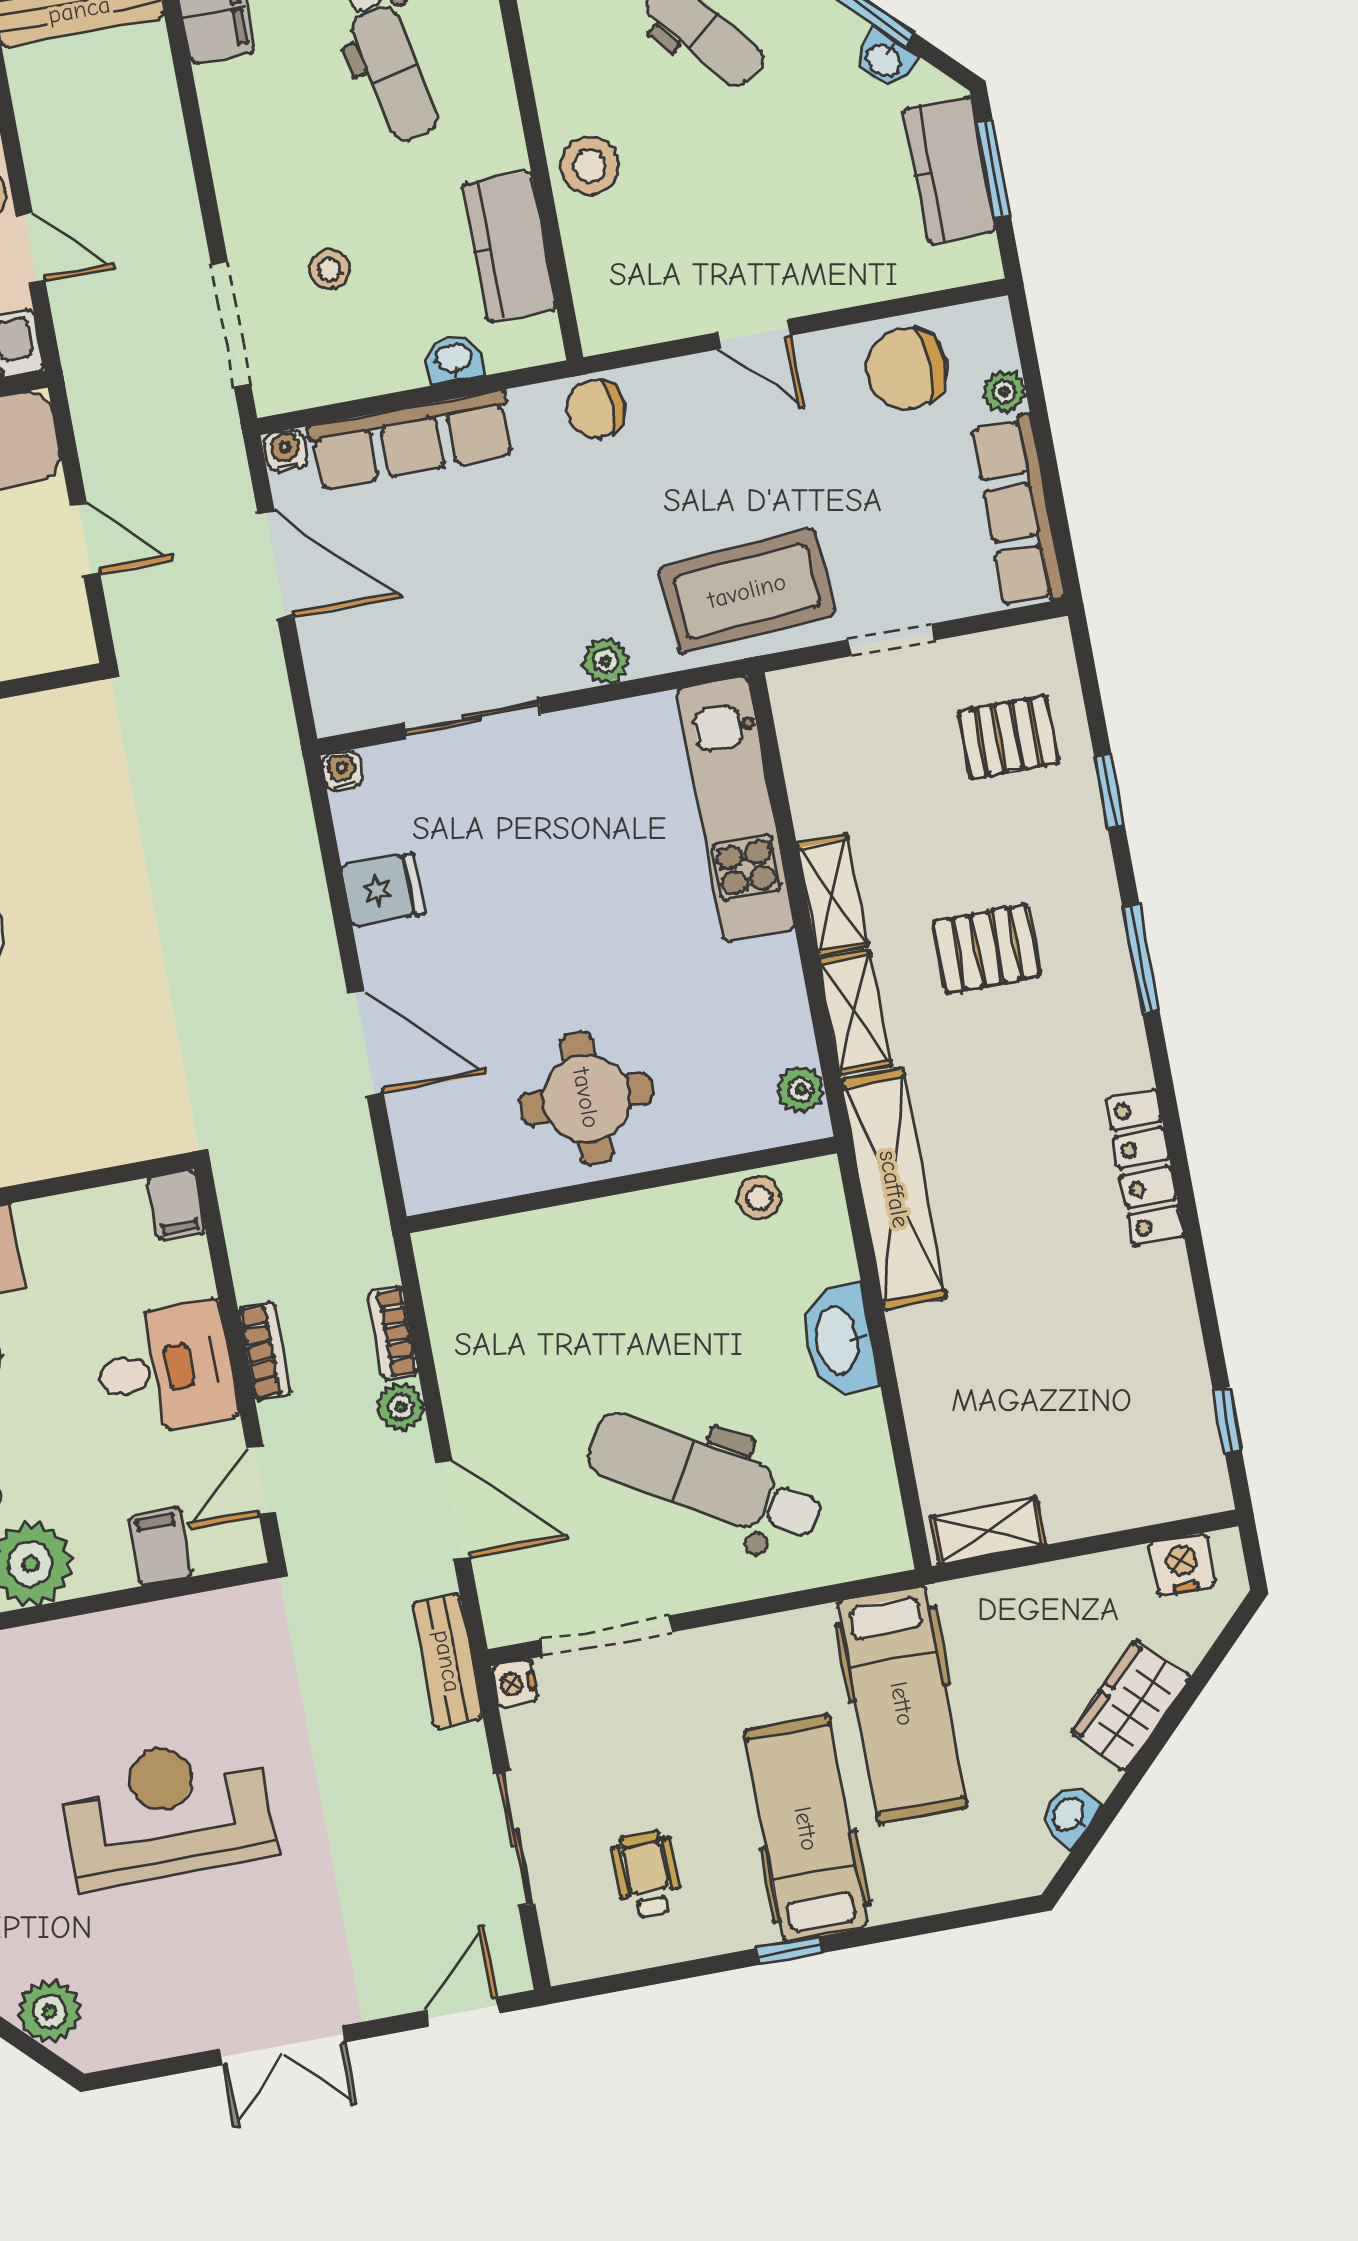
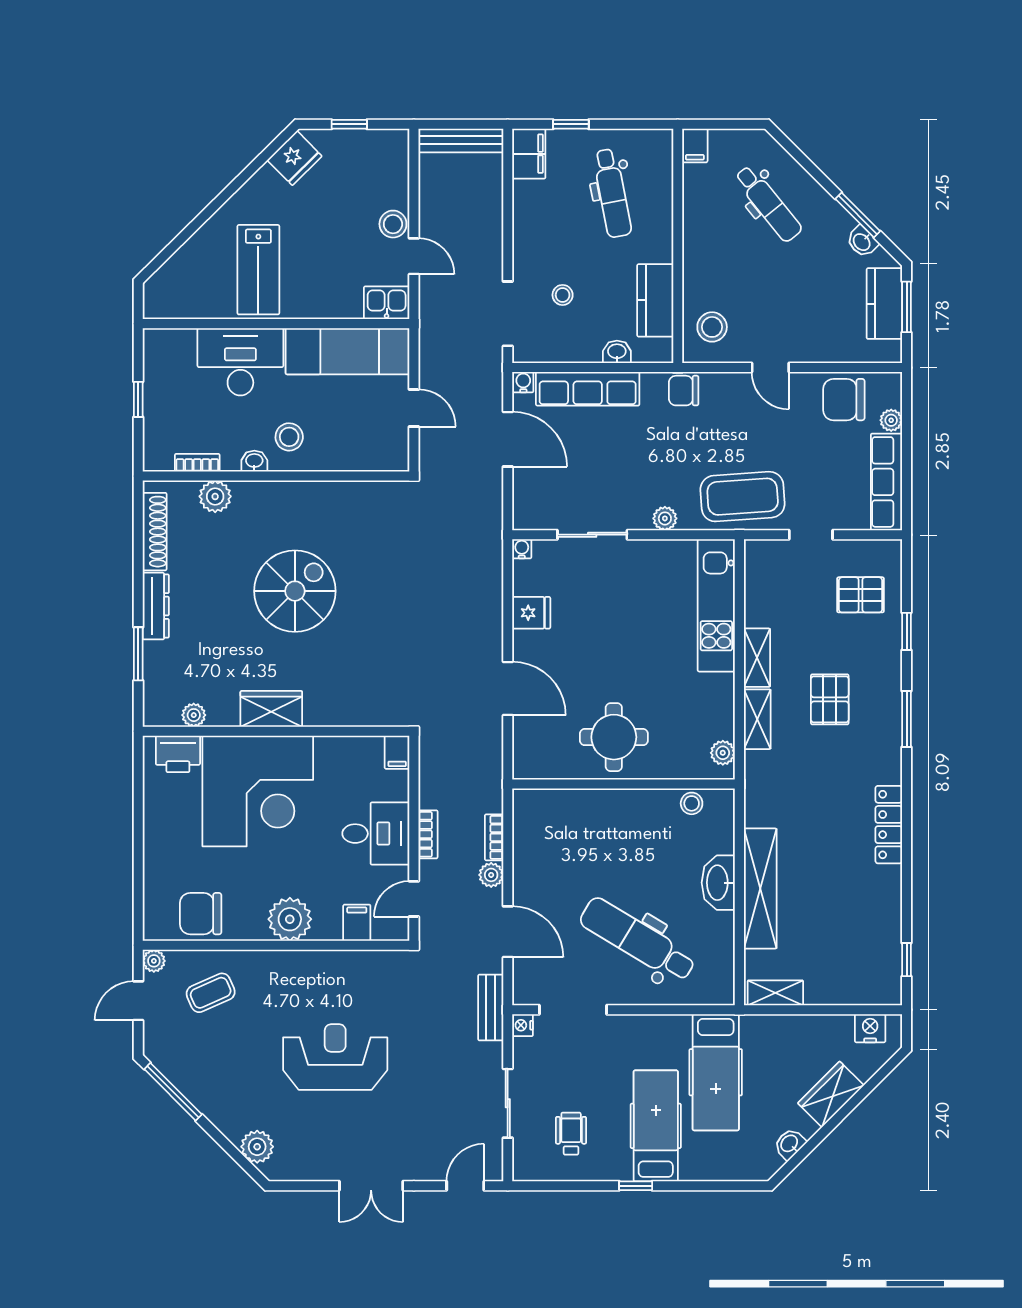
stool: (590, 166) -> (712, 327), moved
pallet: (987, 949) -> (830, 699), turned 90
shelving: (894, 1189) -> (760, 888), moved

